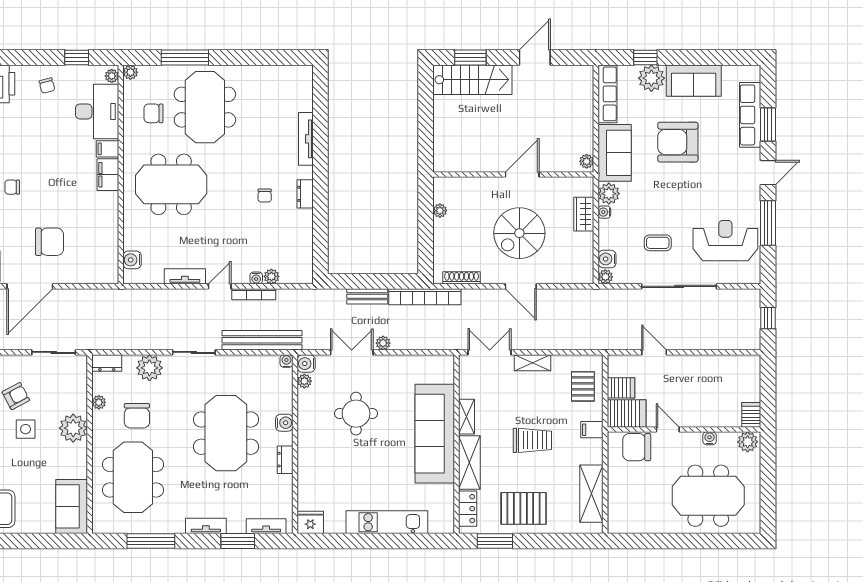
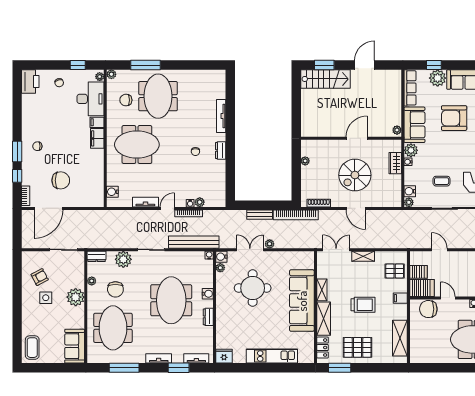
pallet: (583, 386) -> (395, 271), turned 90
round table: (356, 414) -> (253, 288), width x1.36, depth x1.36

